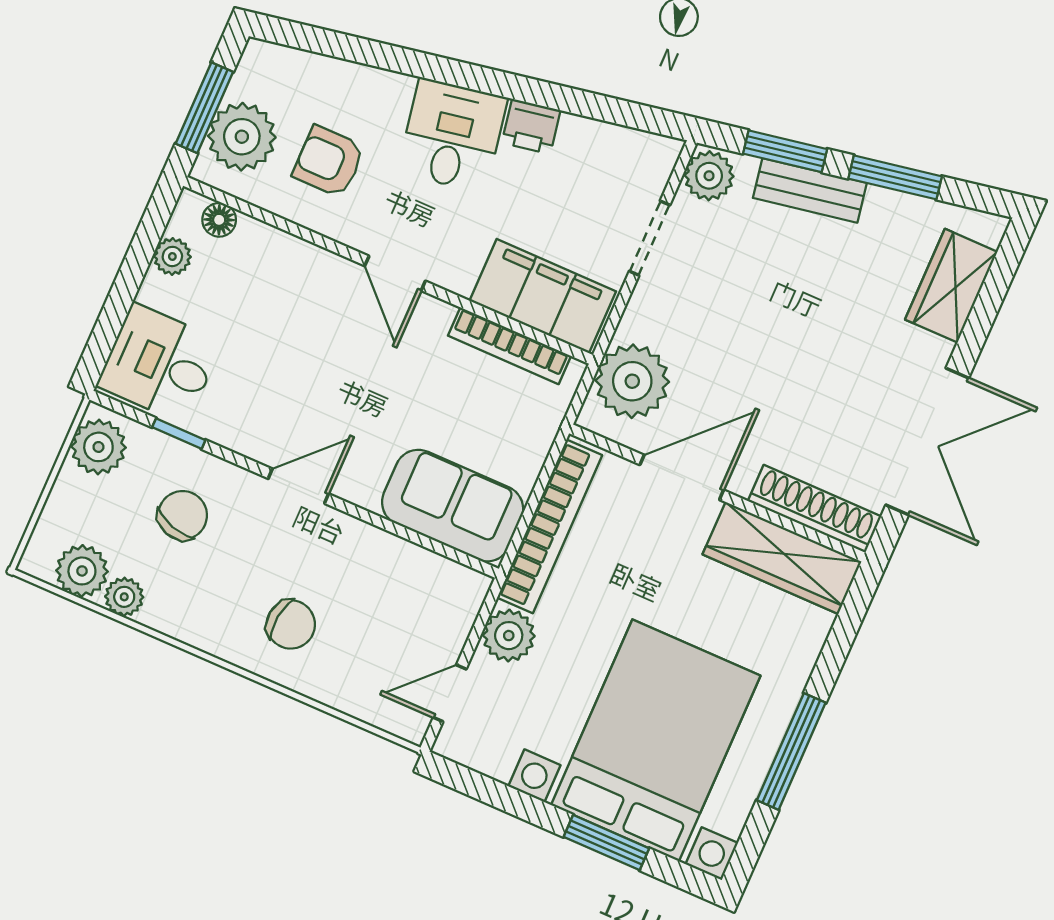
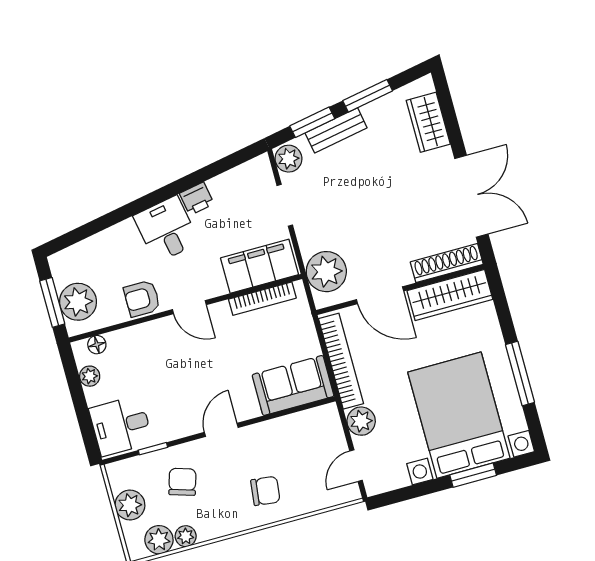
armchair: (329, 161) -> (142, 298), moved
plant: (98, 447) -> (130, 505), moved
door: (682, 477) -> (380, 295), swing flipped

